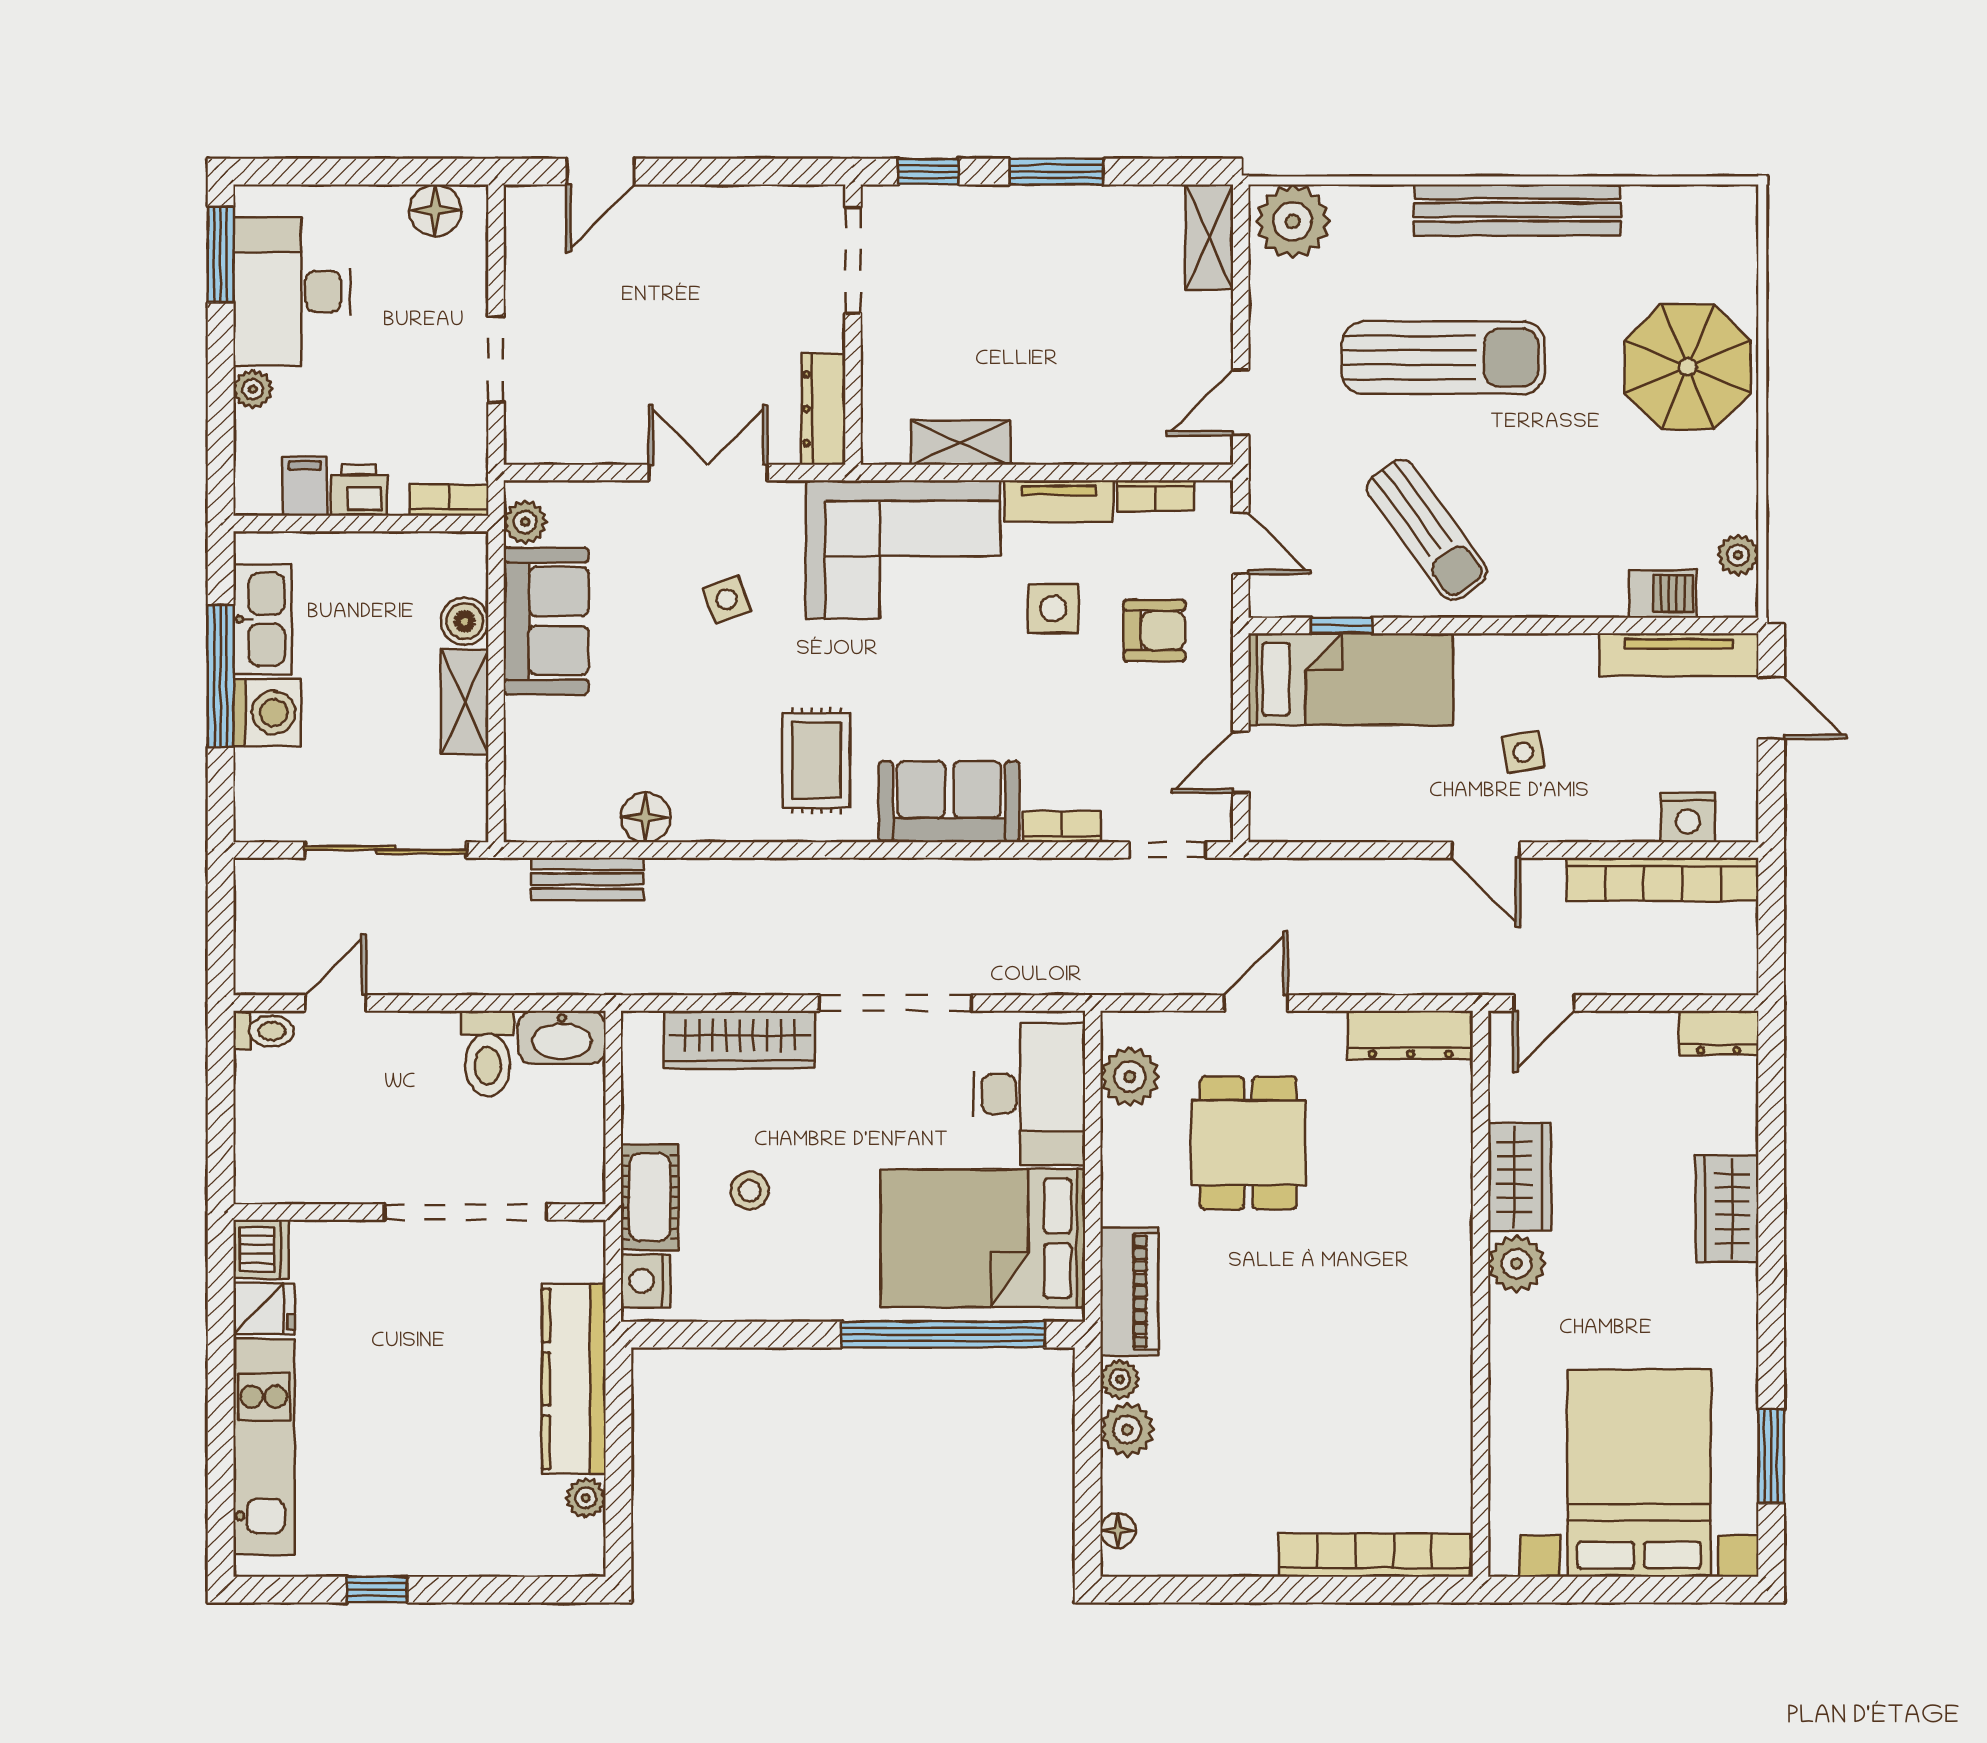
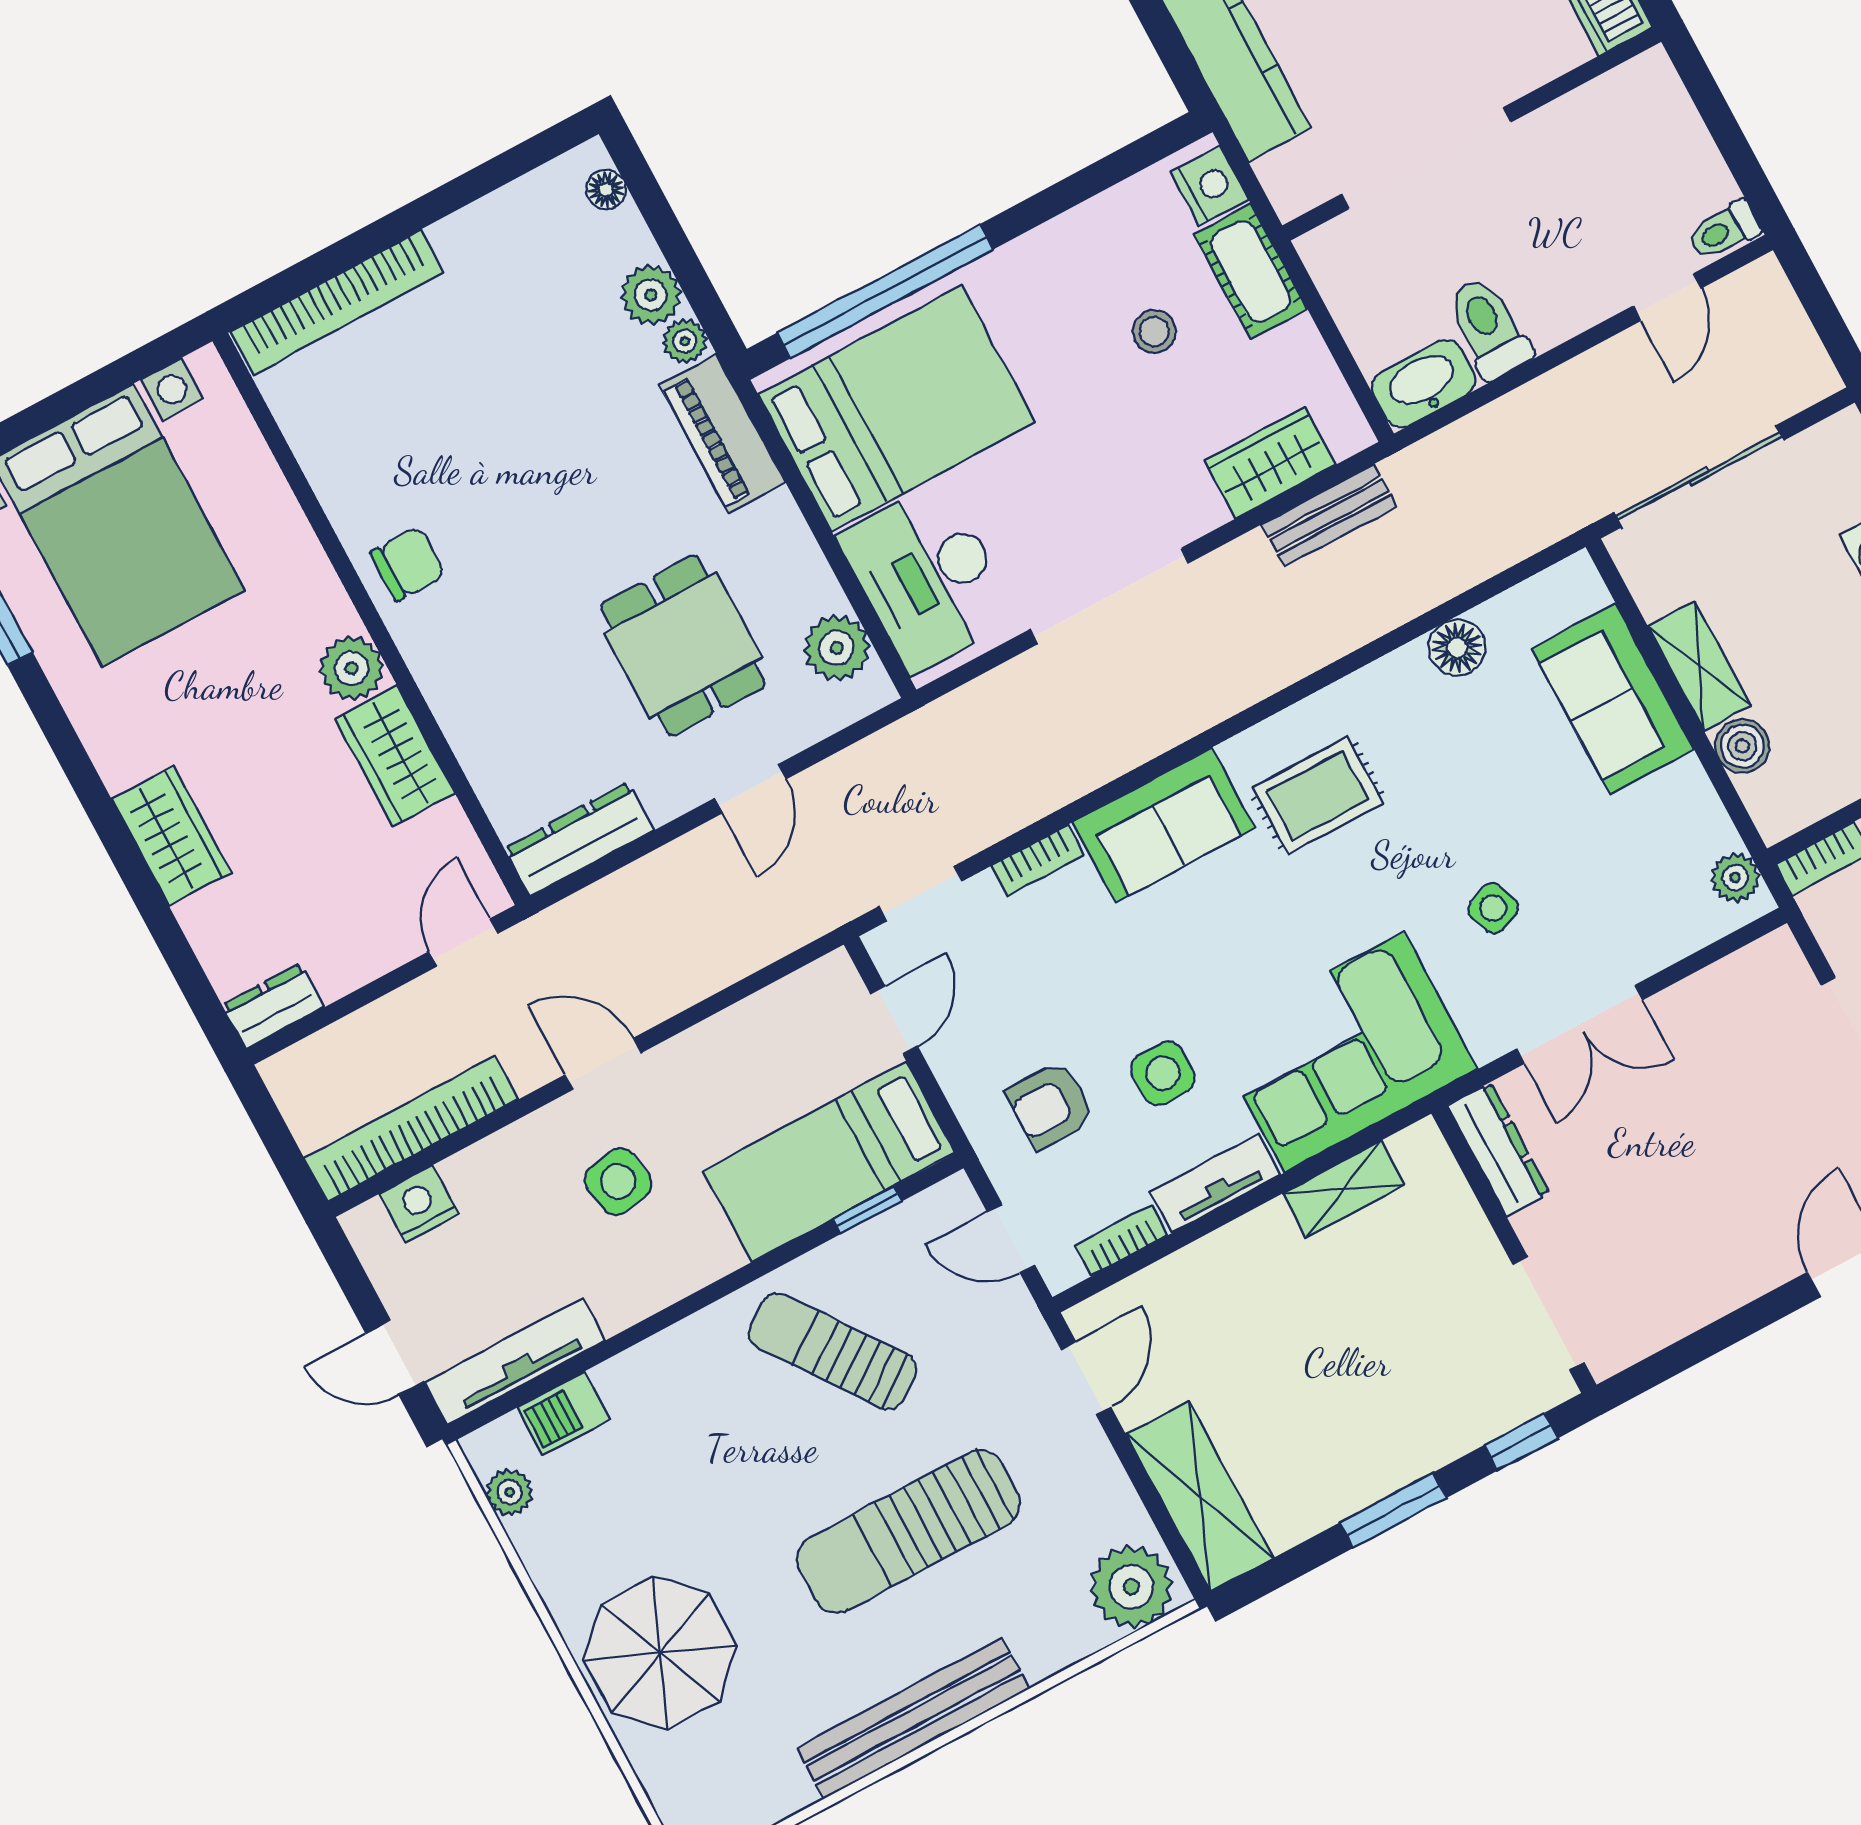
shelving: (1209, 237) -> (1200, 1496), width x1.50, depth x1.33
sofa: (546, 621) -> (1613, 699), moved
side table: (1523, 752) -> (618, 1181), width x1.37, depth x1.37
rug: (816, 760) -> (1318, 795), turned 90
bench: (587, 879) -> (1329, 516), moved
wardrobe: (740, 1040) -> (1270, 463), width x0.67
chair: (1429, 1321) -> (408, 564), added

